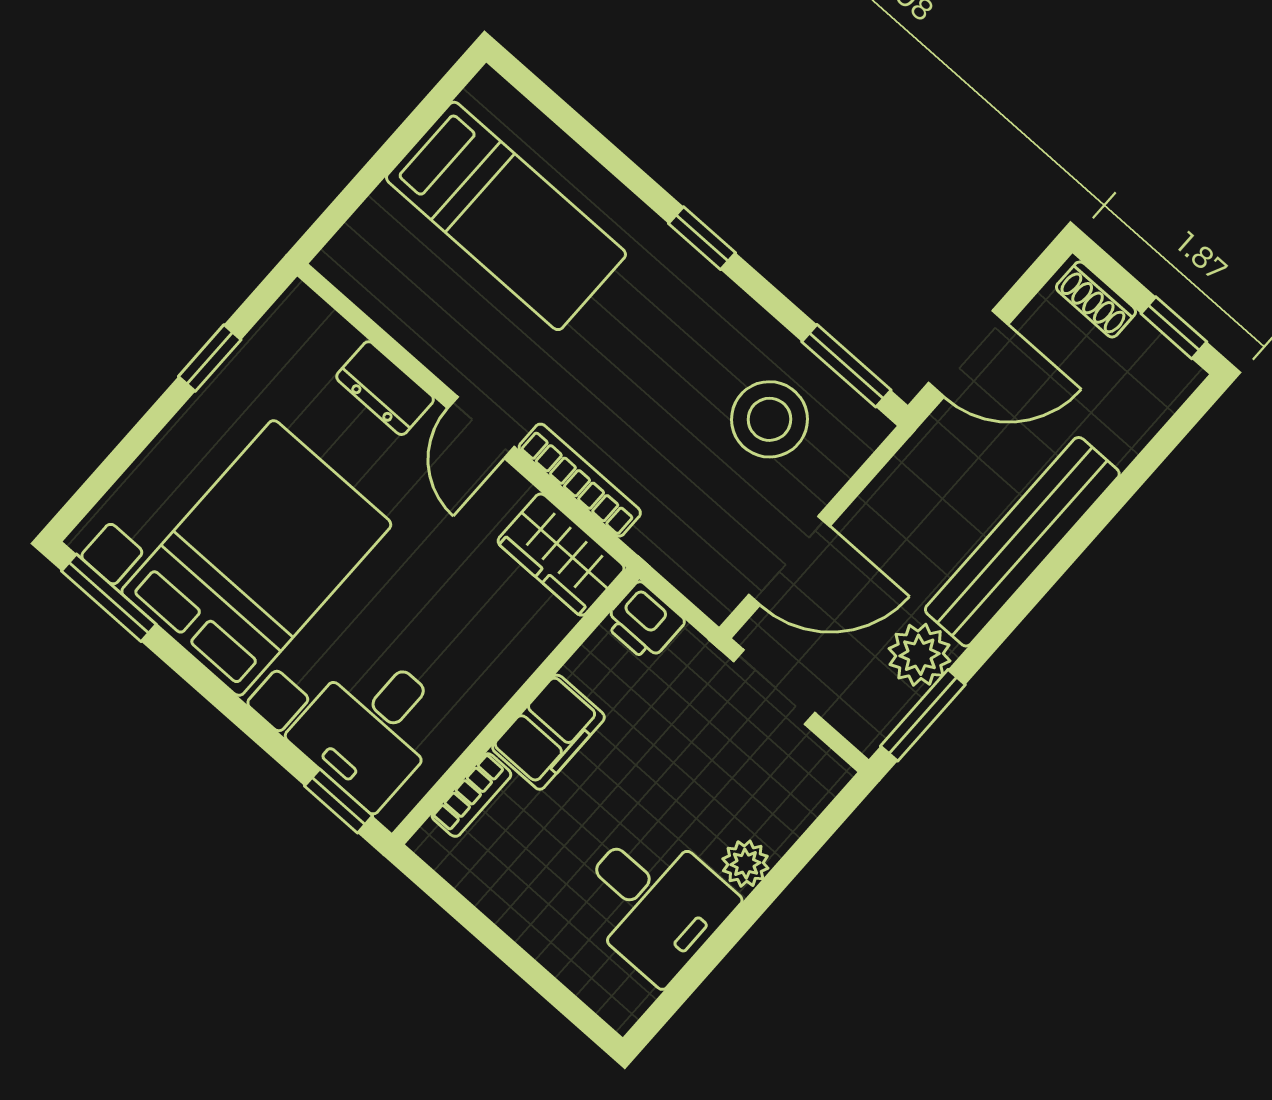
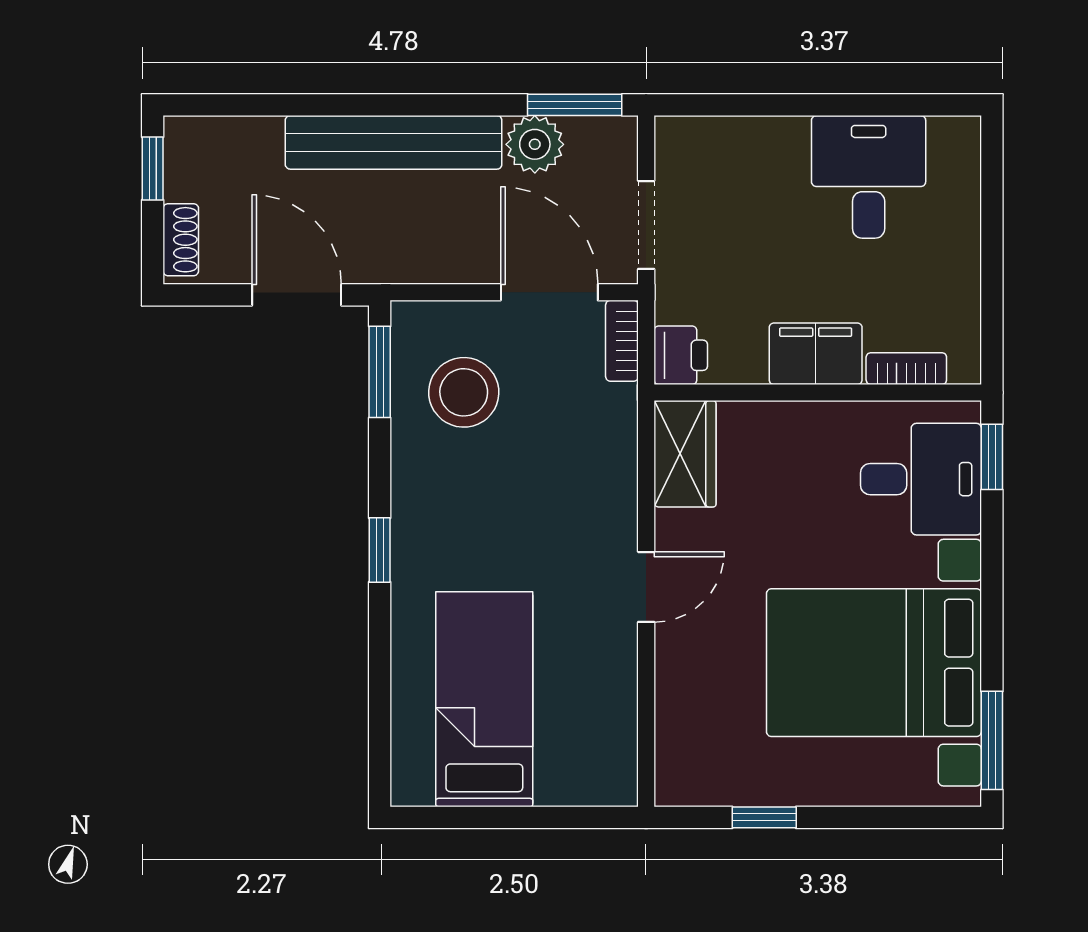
dresser: (385, 388) -> (678, 678), removed
bookcase: (580, 480) -> (622, 341), moved, width x0.64
plant: (745, 864) -> (786, 137), removed

